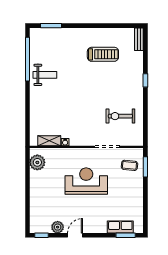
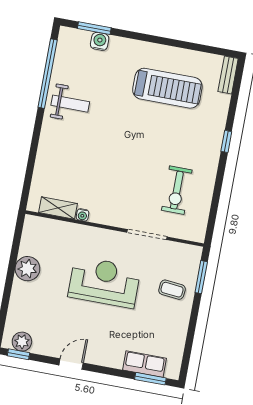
water cooler: (56, 33) -> (100, 41), added
treadmill: (103, 54) -> (167, 88), width x1.37, depth x1.38
exercise bike: (120, 116) -> (177, 190), turned -90
plant: (37, 162) -> (27, 269), moved
coffee table: (129, 165) -> (172, 290), moved
plant: (58, 227) -> (22, 342), moved

